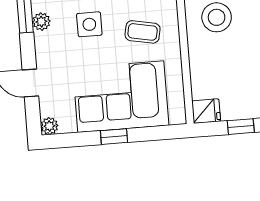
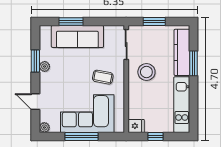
side table: (89, 24) -> (72, 70), removed
window: (114, 137) -> (81, 137), width x2.17

